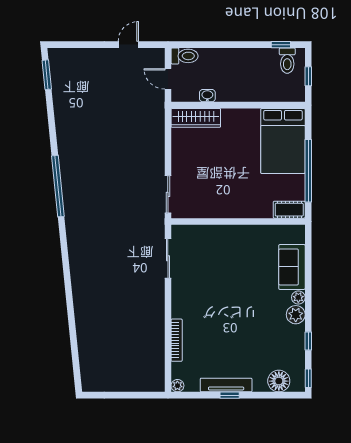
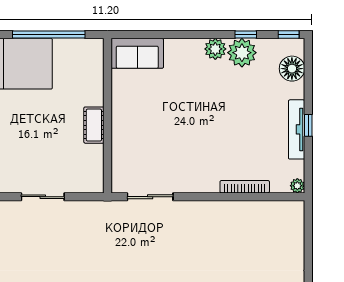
sliding door: (168, 194) -> (43, 197), moved
cot: (289, 210) -> (94, 125), moved
sofa: (292, 267) -> (137, 53), moved
plant: (298, 297) -> (242, 53), moved, width x1.87, depth x1.87

